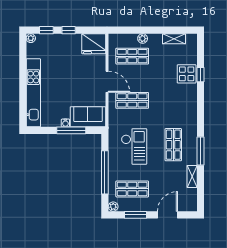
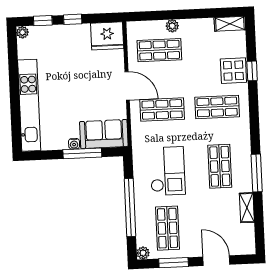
shelving: (174, 39) -> (230, 24), moved
shop shelf: (173, 100) -> (217, 107), added
shop shelf: (132, 189) -> (167, 228), turned 90
door: (167, 215) -> (216, 261), hinge flipped

